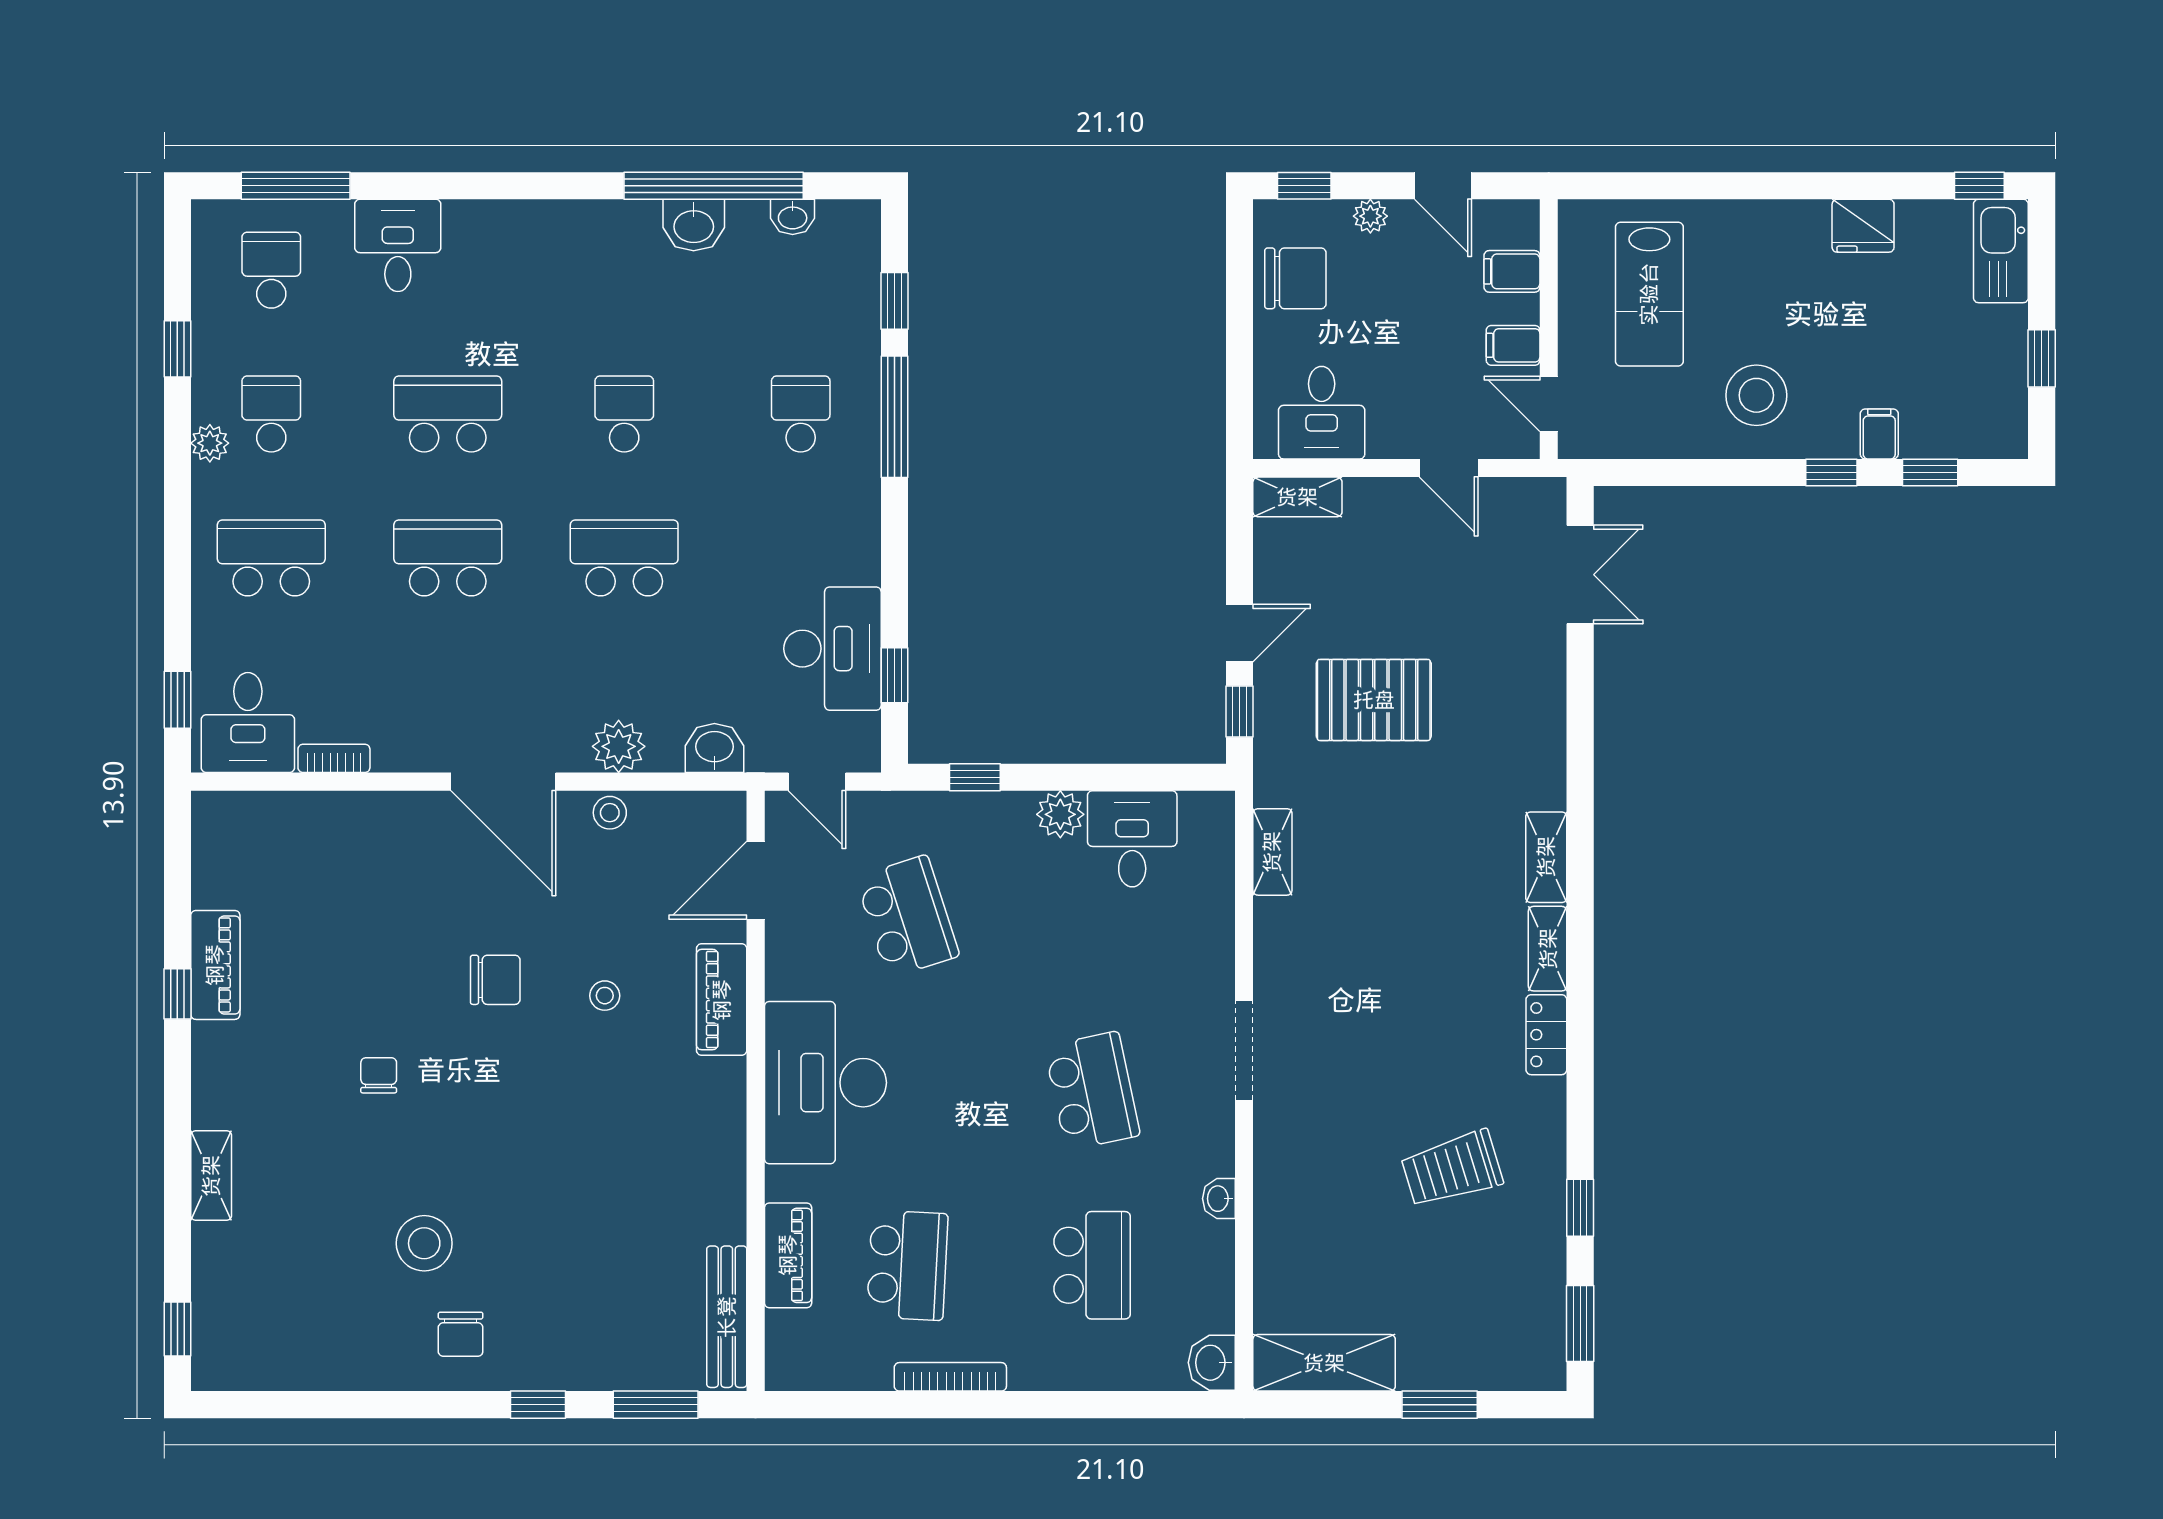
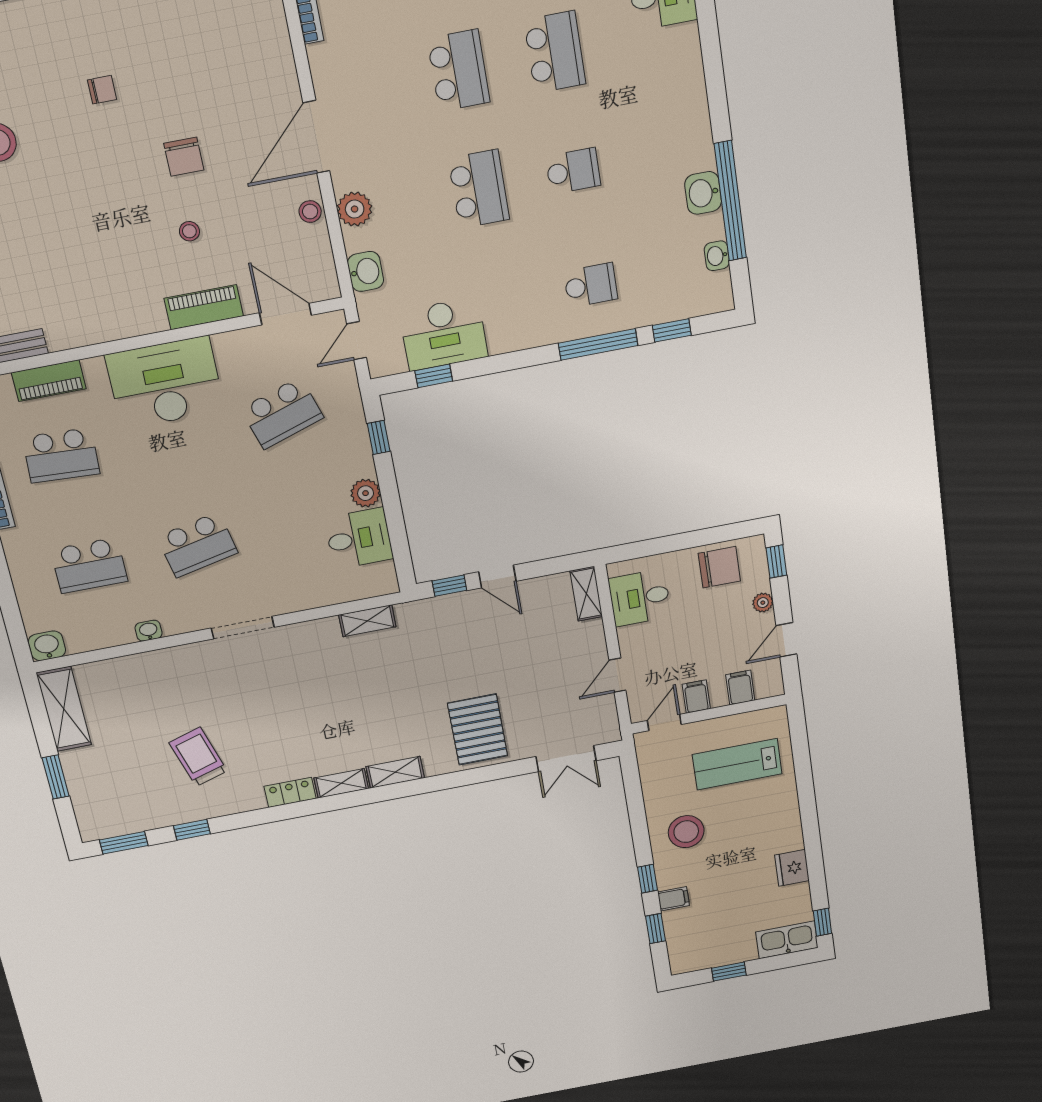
chair: (1295, 278) -> (719, 567), turned -90
pallet: (1374, 700) -> (478, 729), moved

